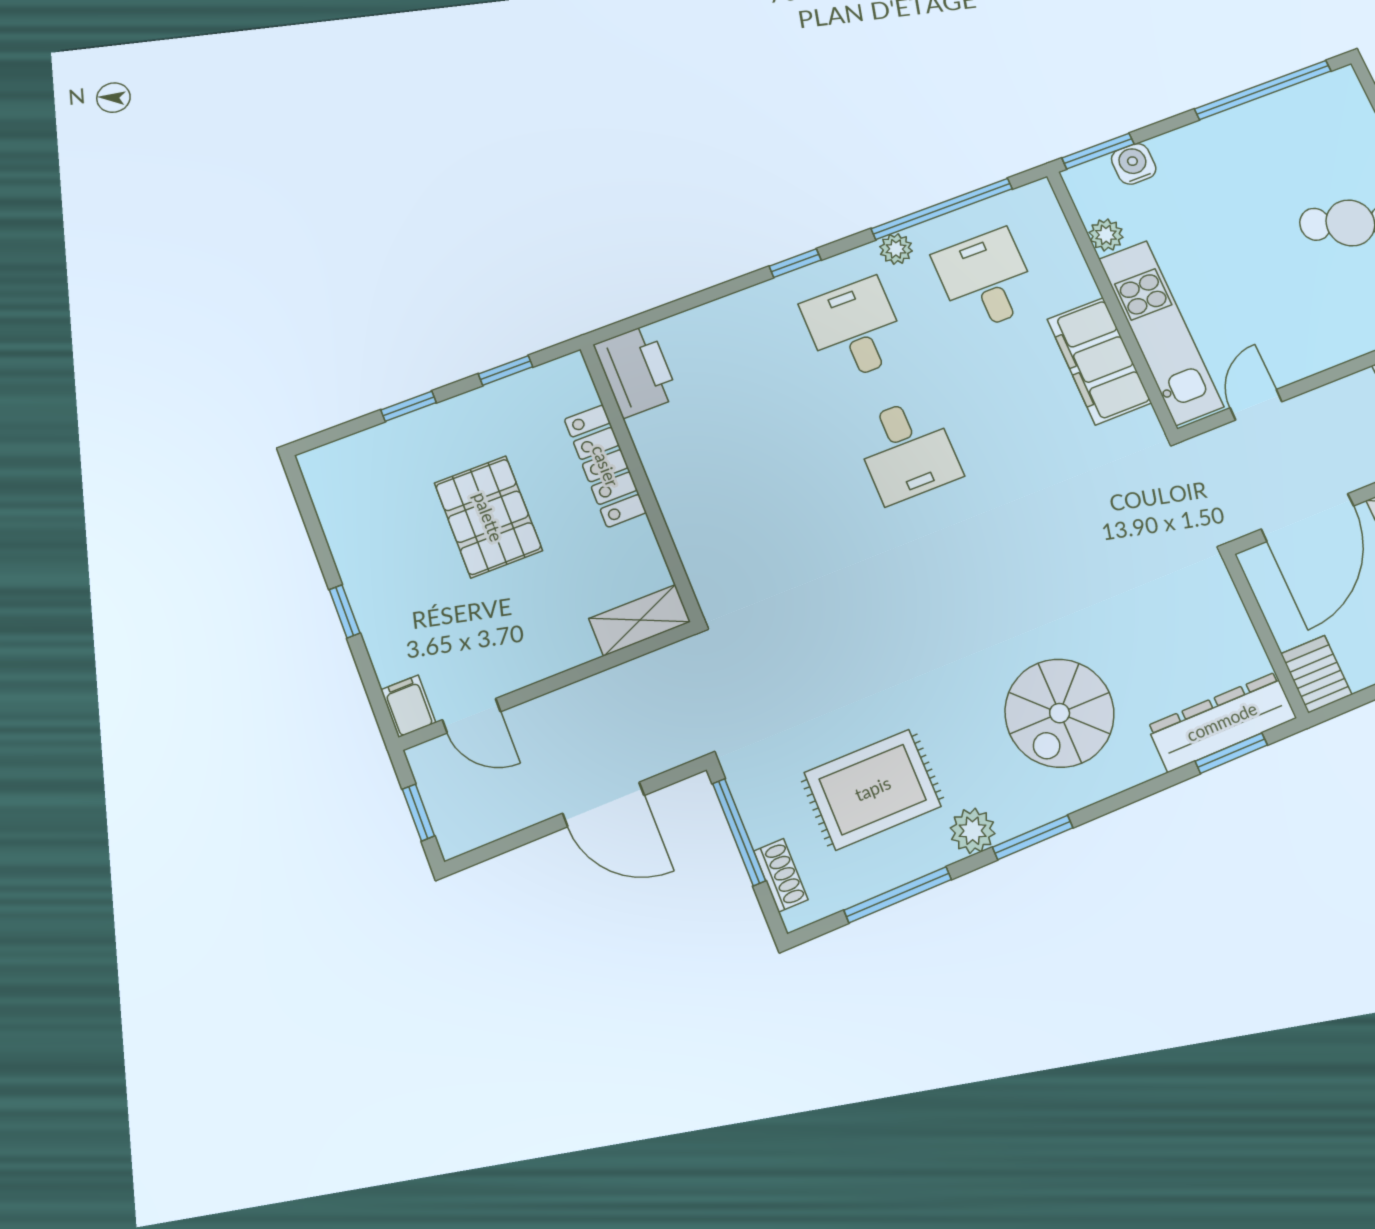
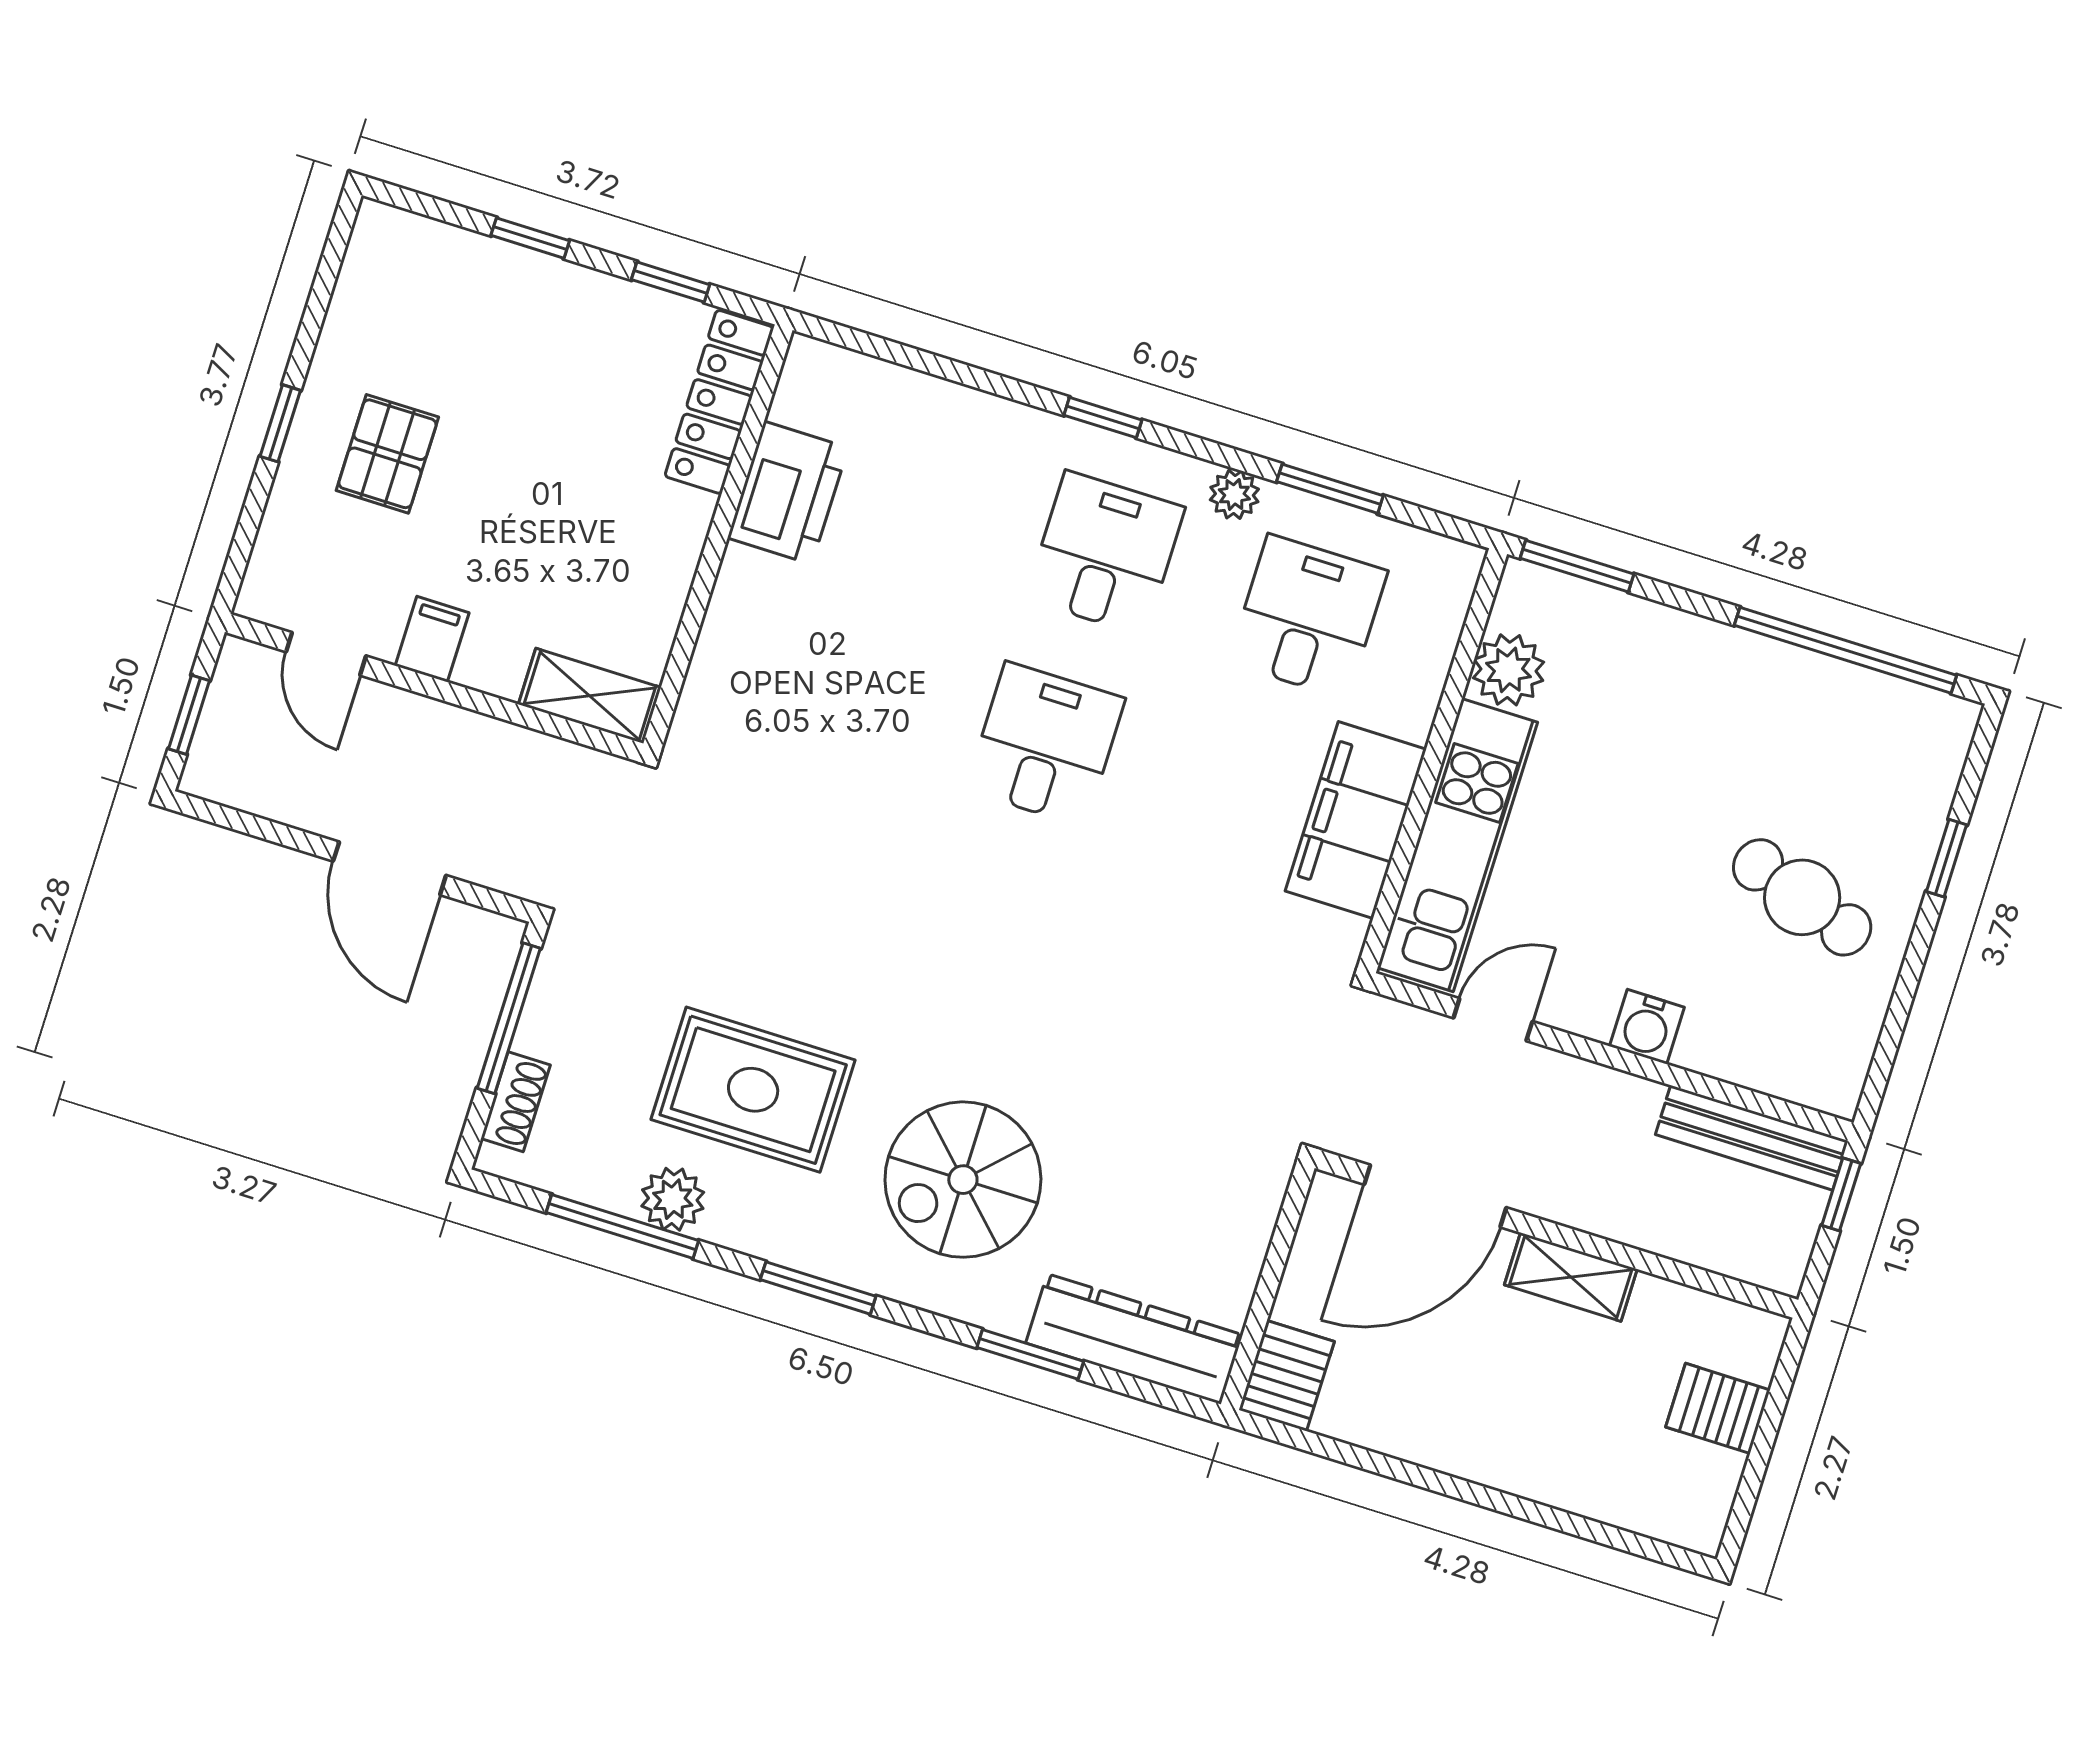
water cooler: (1134, 164) -> (1647, 1027), moved, turned 180
window: (942, 209) -> (1330, 489), width x0.47
plant: (1106, 235) -> (1509, 670), width x1.38, depth x1.38
printer: (636, 371) -> (788, 493), moved
desk: (907, 450) -> (1045, 744), turned 180
locker: (605, 466) -> (719, 402), moved
pallet: (488, 517) -> (387, 454), moved, width x0.67, depth x0.71
filing cabinet: (408, 706) -> (432, 639), moved
window: (1231, 753) -> (1030, 1354), moved
rug: (873, 789) -> (753, 1090), moved
plant: (973, 831) -> (673, 1199), moved

